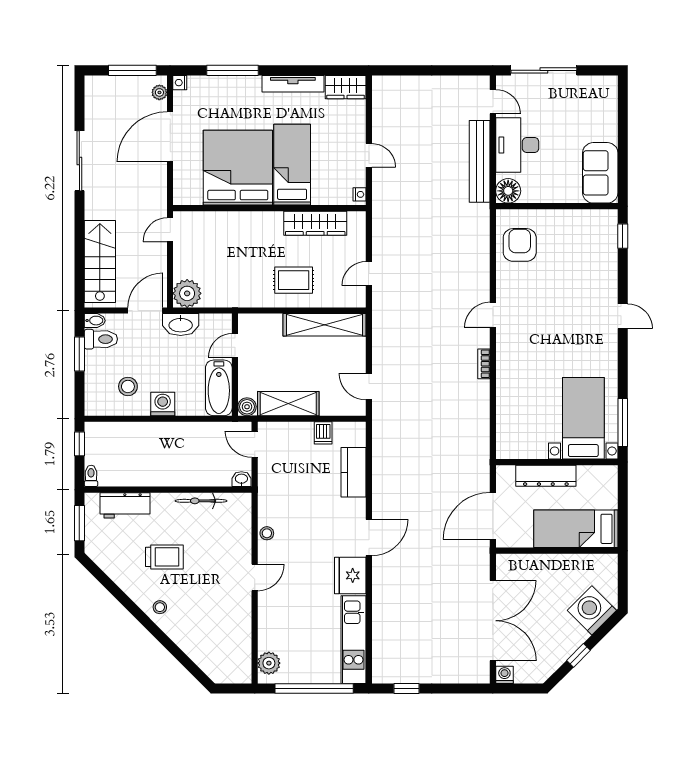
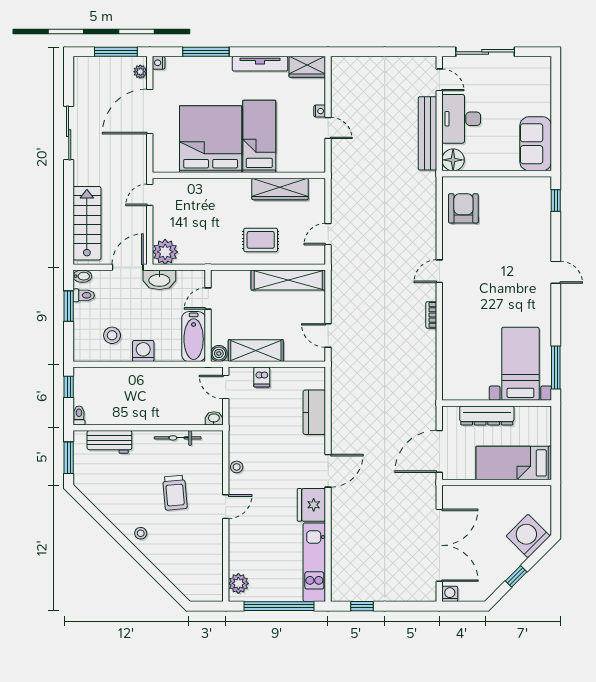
nightstand: (359, 194) -> (320, 111), moved
toilet: (101, 339) -> (84, 295), width x0.73, depth x0.72
dishwasher: (323, 433) -> (262, 377), moved
trolley: (164, 557) -> (175, 493), moved, turned 85

